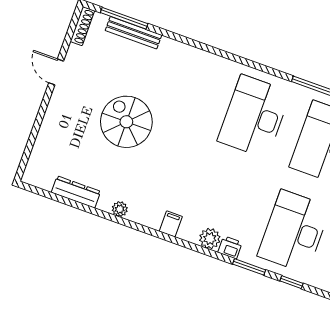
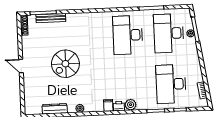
door: (56, 72) -> (21, 66), moved
spiral stairs: (126, 122) -> (65, 64), turned -90
printer: (230, 247) -> (119, 106), moved

